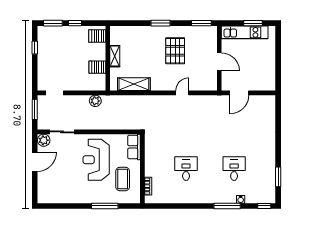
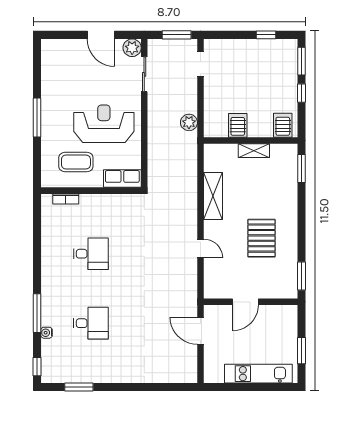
window: (160, 23) -> (301, 169), moved
kitchen unit: (245, 32) -> (258, 374), moved, turned 90
pallet: (175, 51) -> (262, 238), turned 90
shelving: (134, 84) -> (213, 196), moved
window: (105, 206) -> (37, 117), moved

